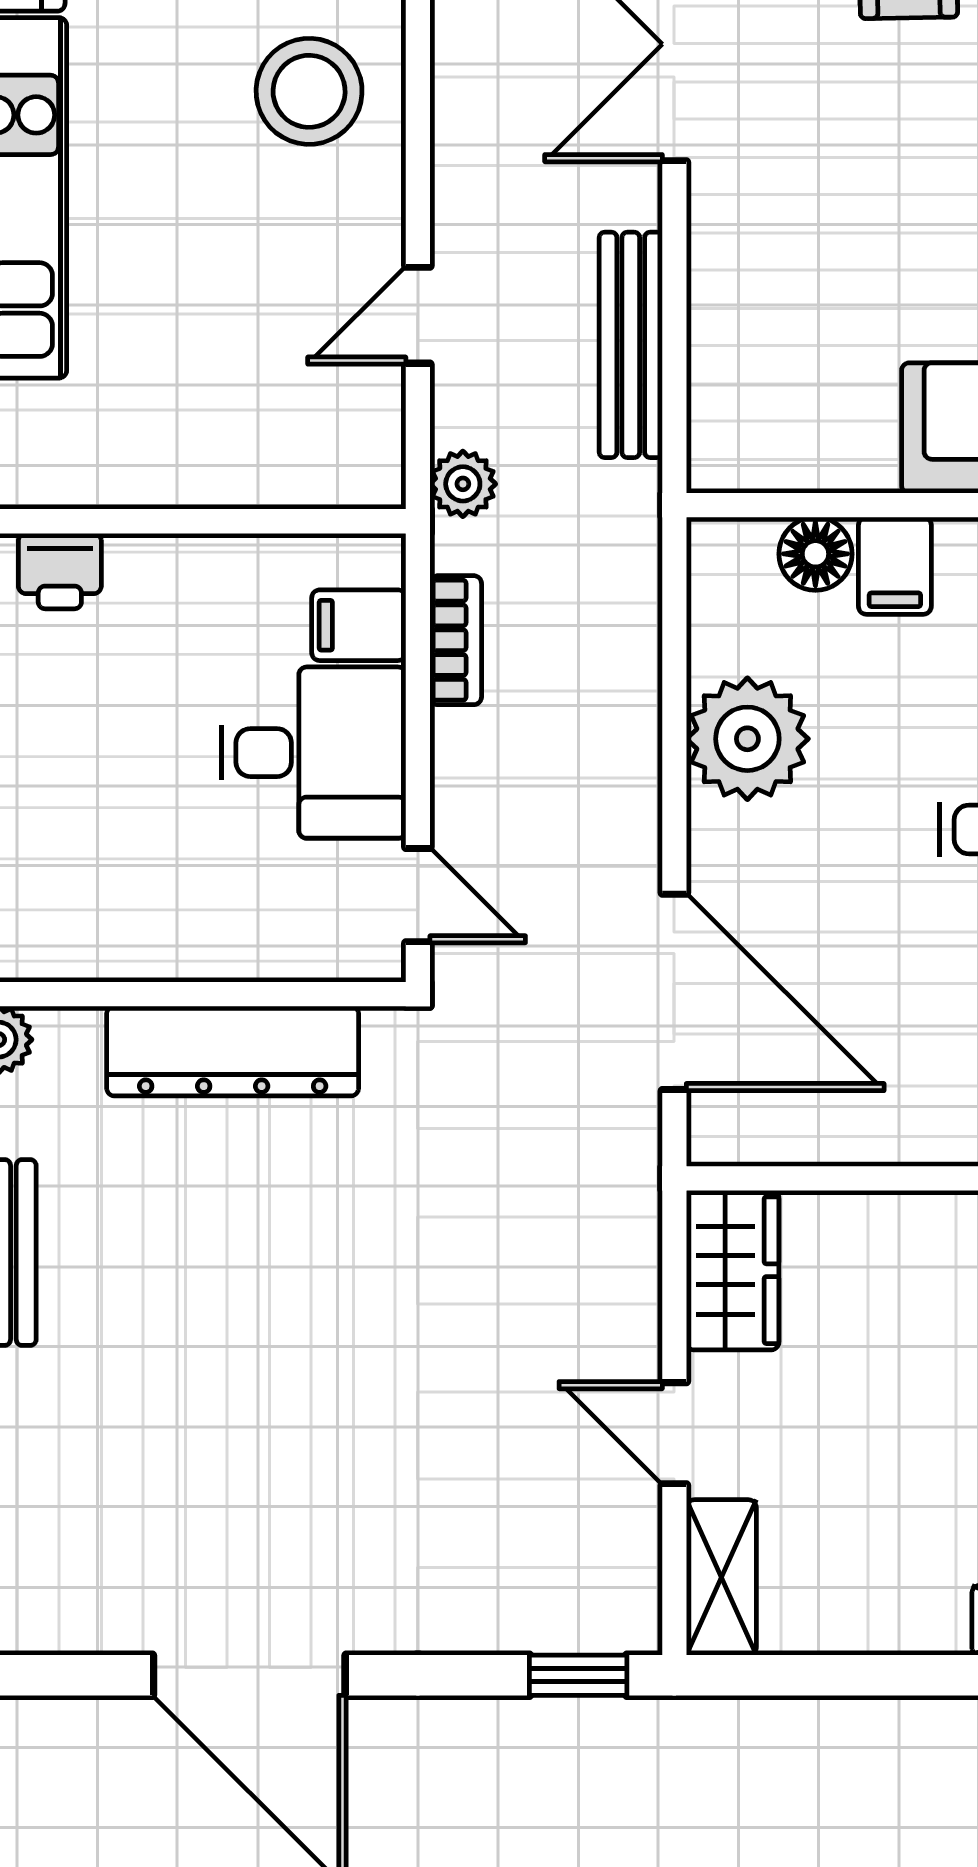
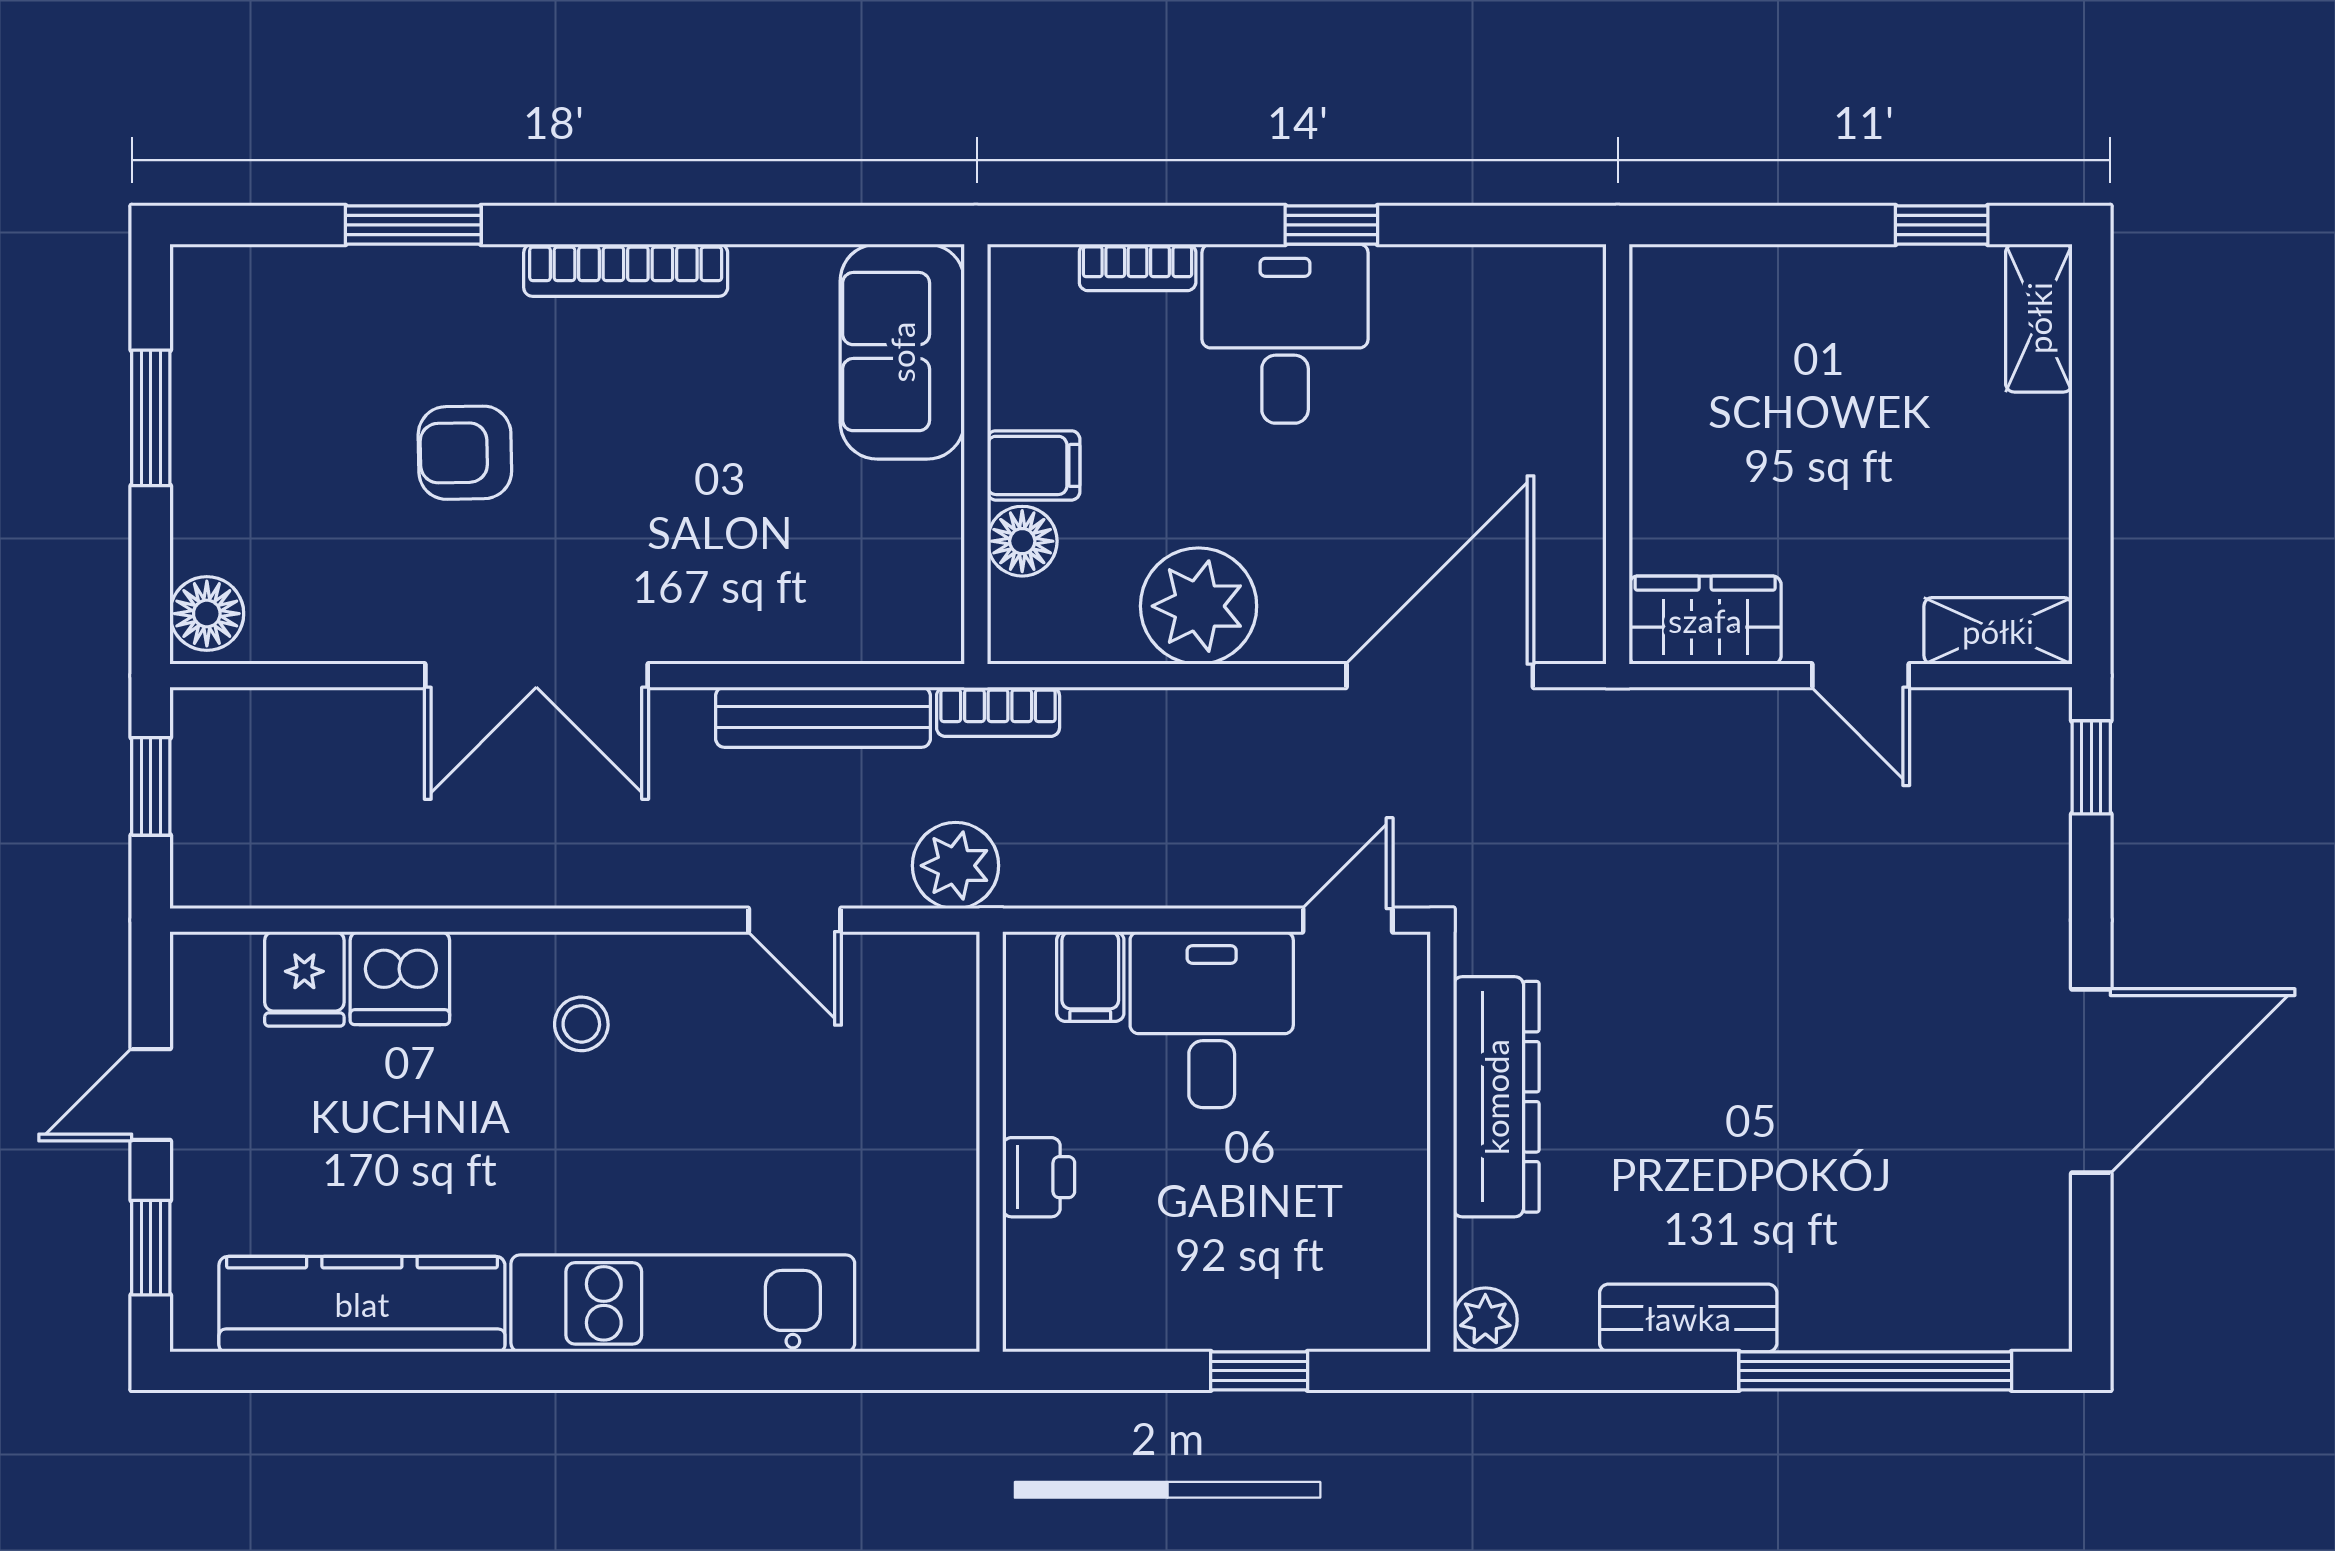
stool: (309, 91) -> (581, 1024), width x0.53, depth x0.53
plant: (463, 484) -> (956, 866), width x1.38, depth x1.38
printer: (60, 571) -> (1039, 1177), moved
bookcase: (456, 640) -> (998, 712), moved, turned 180
door: (674, 1433) -> (1860, 676), hinge flipped

